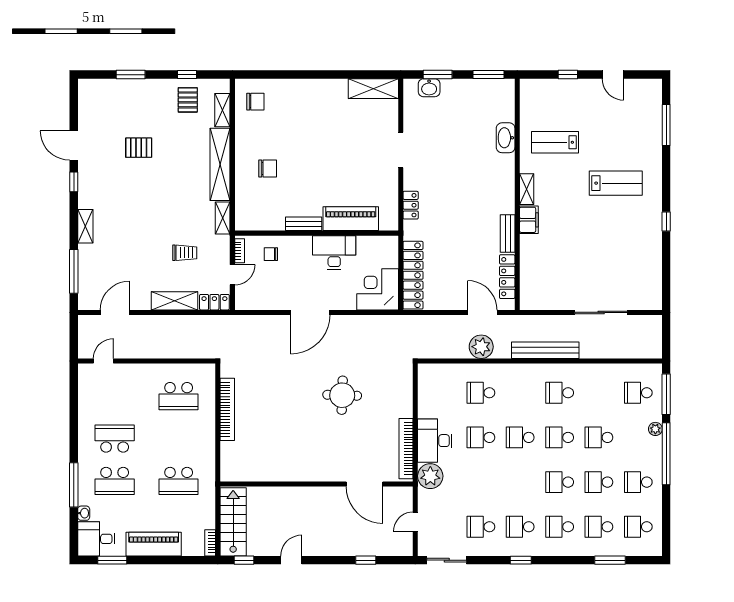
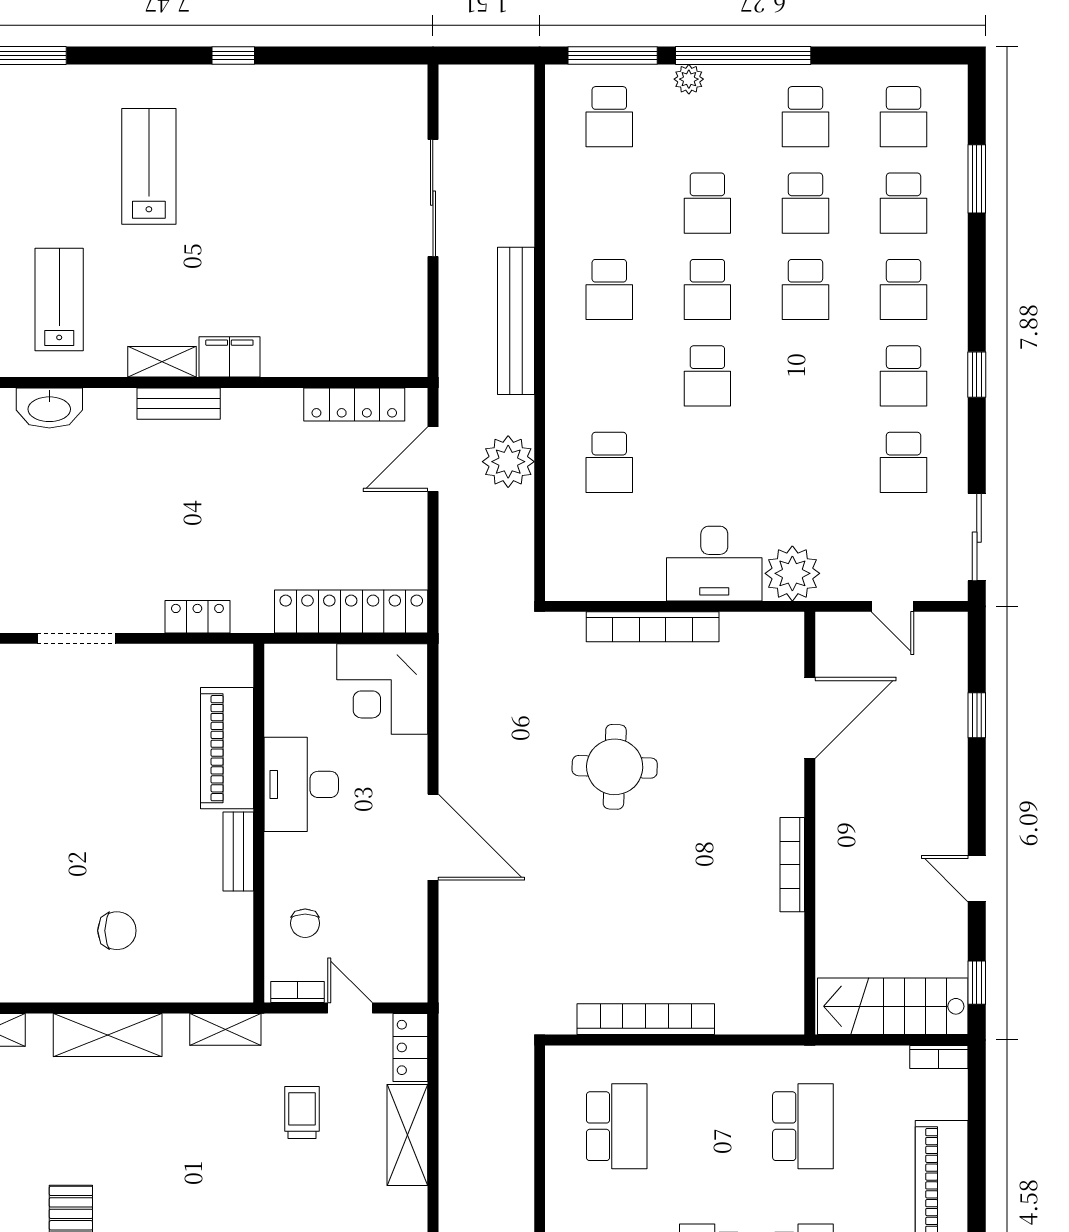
lab bench: (555, 142) -> (59, 299), turned 180
shelving: (220, 164) -> (108, 1035), width x0.68
chair: (268, 169) -> (117, 931), turned 90
bench: (508, 234) -> (179, 404), moved
school desk: (481, 437) -> (707, 462), removed
bookcase: (406, 449) -> (653, 627), moved
bookcase: (298, 476) -> (792, 865), added

